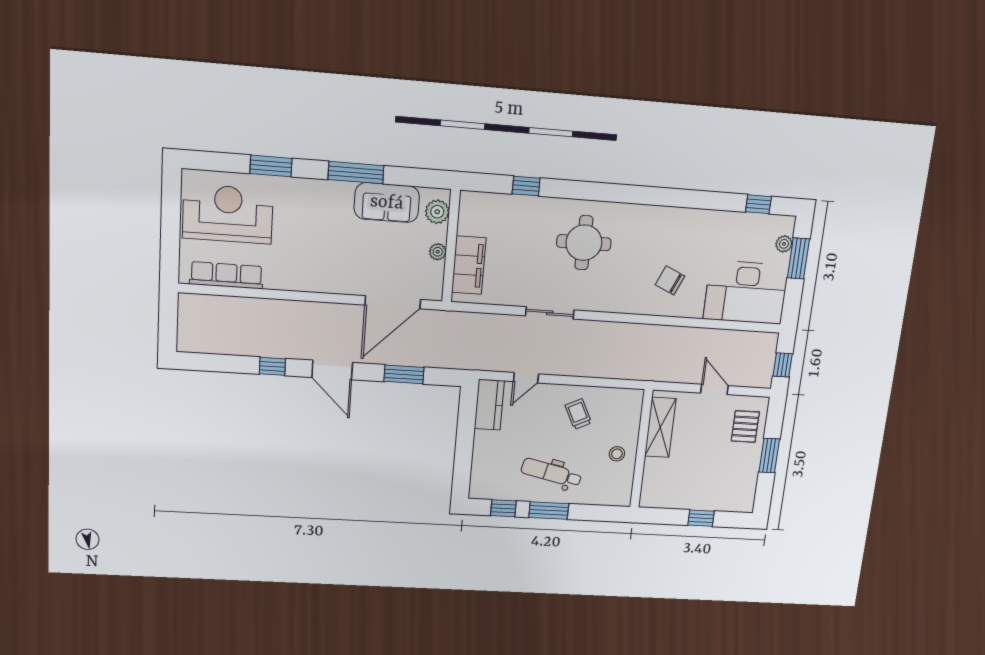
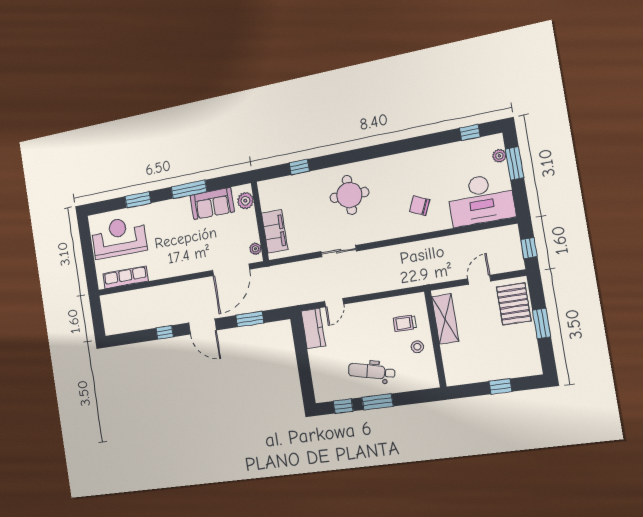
plant: (438, 252) -> (255, 249), moved
door: (714, 389) -> (479, 280), hinge flipped
trolley: (578, 414) -> (405, 323), moved, turned -64
pallet: (745, 426) -> (514, 304), width x1.50, depth x1.42

